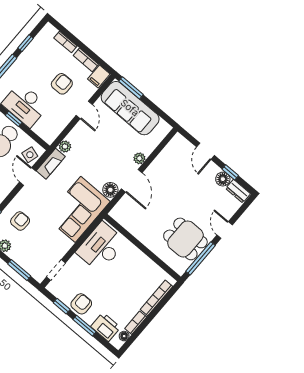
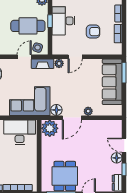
filing cabinet: (99, 77) -> (115, 49), removed
door: (84, 110) -> (75, 57), moved
door: (205, 151) -> (124, 145), hinge flipped
floor lamp: (223, 179) -> (117, 158), moved
plant: (123, 213) -> (50, 128), added

